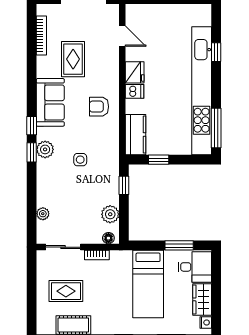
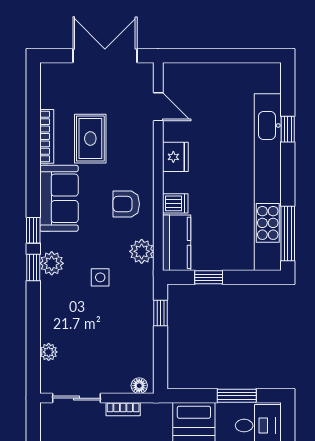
bookcase: (41, 35) -> (47, 136), moved
dishwasher: (135, 91) -> (175, 203), moved
plant: (110, 214) -> (142, 251), moved

